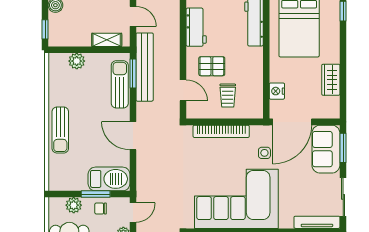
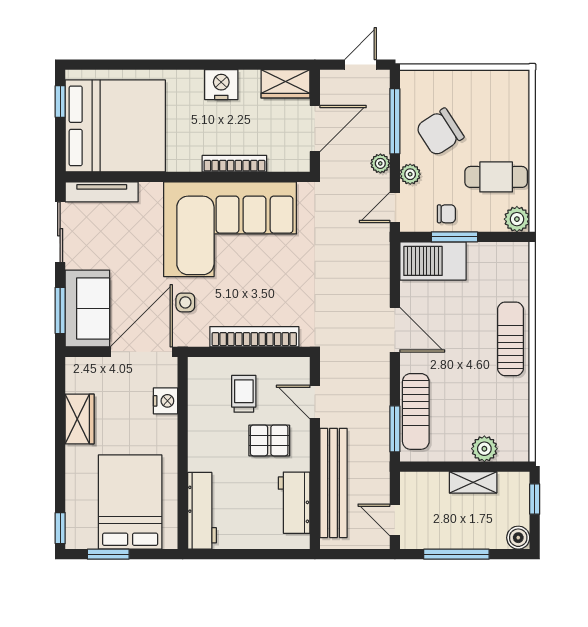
shelving: (107, 40) -> (473, 482), moved
bench: (145, 67) -> (333, 483), moved
plant: (74, 205) -> (517, 219), moved

